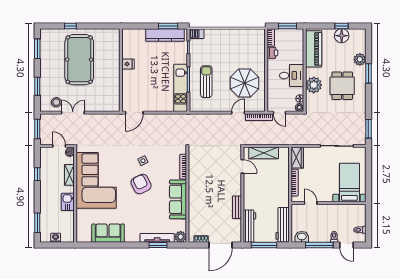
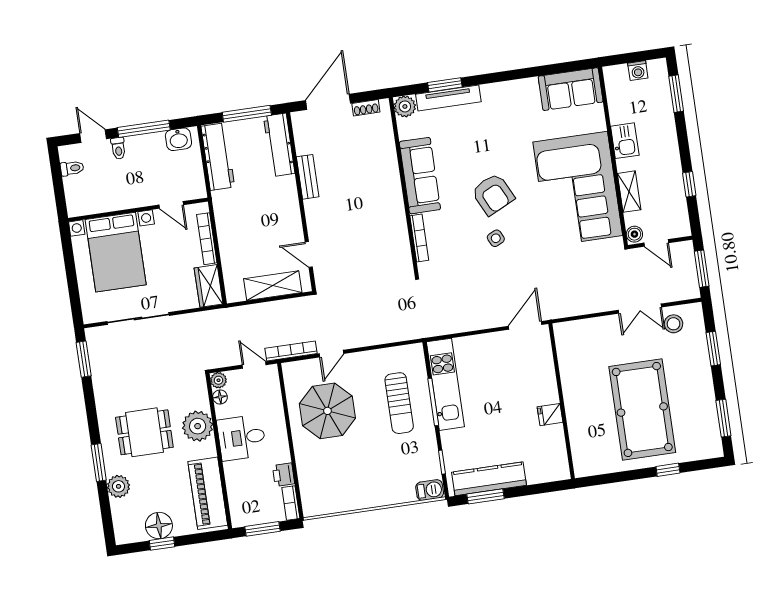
dining table: (342, 86) -> (144, 432), turned 90
bed with nightstands: (349, 182) -> (116, 252), width x1.36
sofa: (108, 233) -> (571, 89), moved

